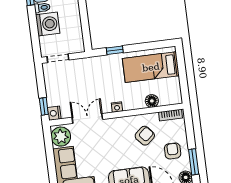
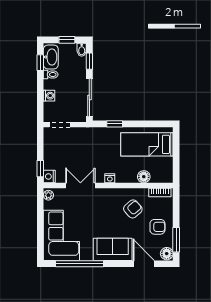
washing machine: (48, 24) -> (49, 96), width x0.53, depth x0.53
sliding door: (85, 26) -> (89, 97), added
plant: (61, 137) -> (48, 195), width x0.53, depth x0.53
armchair: (173, 151) -> (157, 227), turned 90

